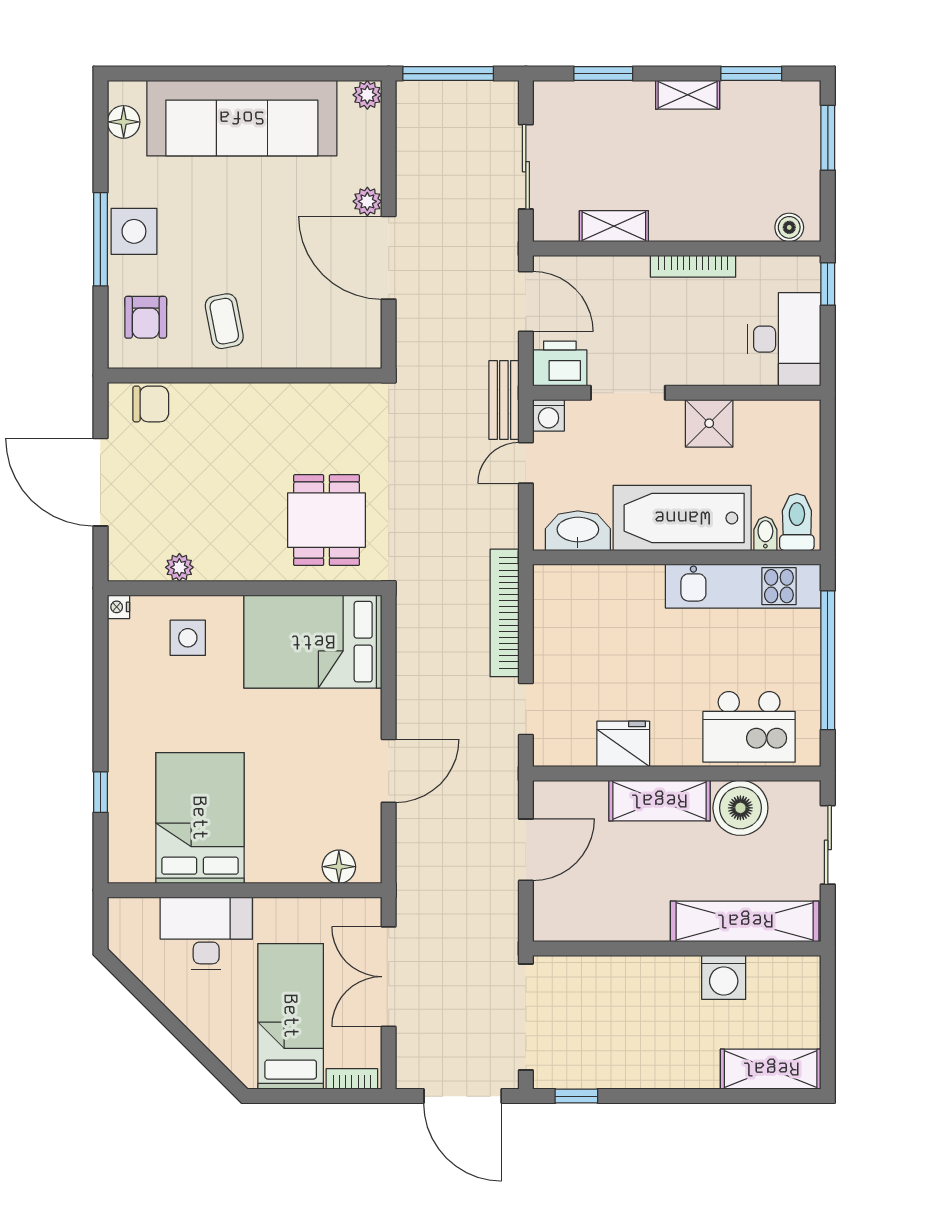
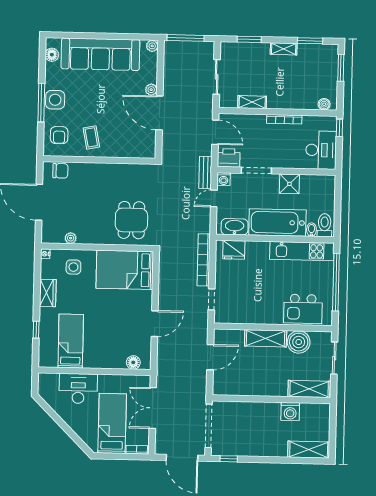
wardrobe: (127, 702) -> (48, 293), added
fridge: (623, 744) -> (234, 250), moved, turned 180
bed: (200, 818) -> (71, 341), width x0.67
shelving: (745, 921) -> (309, 389), width x0.68

